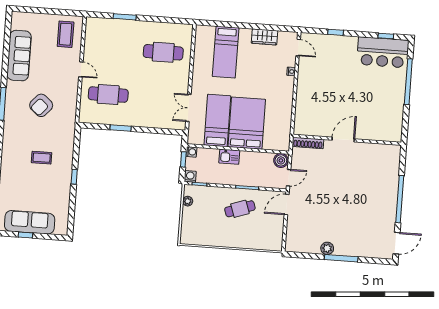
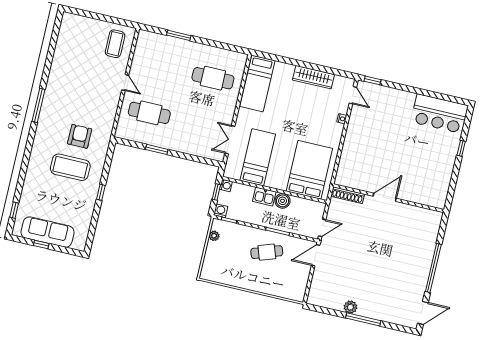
window: (336, 32) -> (372, 80), moved
window: (386, 36) -> (445, 97), removed
wardrobe: (264, 37) -> (313, 77), width x1.50
bed: (226, 52) -> (257, 83), moved
sofa: (19, 56) -> (64, 58), removed
window: (408, 82) -> (461, 148), width x0.32
armchair: (41, 105) -> (80, 136), moved, turned 139
bed: (247, 123) -> (309, 170), moved
coffee table: (42, 158) -> (70, 167), width x1.86, depth x1.72
boiler: (281, 160) -> (283, 201), moved

